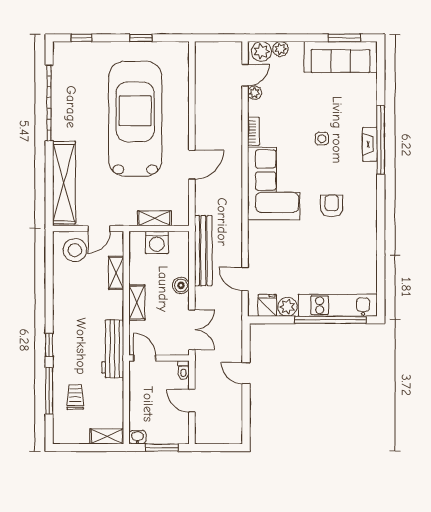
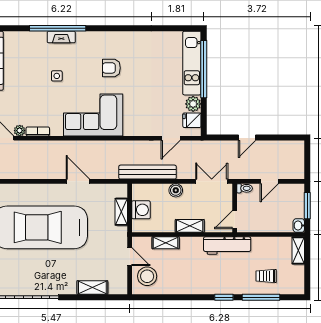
bookcase: (253, 131) -> (38, 131), moved
shelving: (64, 183) -> (92, 287), width x0.45, depth x0.75

